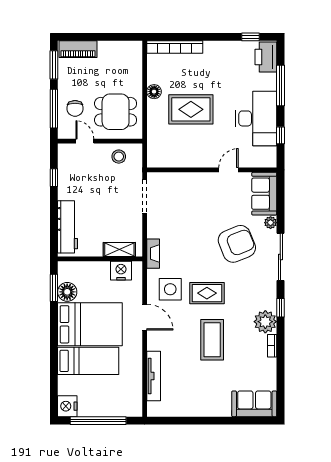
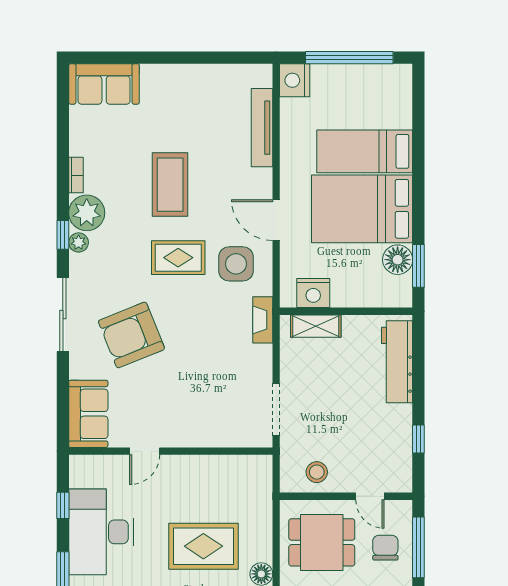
plant: (271, 223) -> (79, 242), moved
nightstand: (67, 406) -> (295, 80), moved, turned 180

